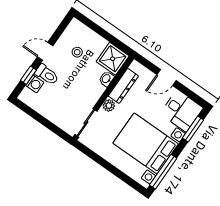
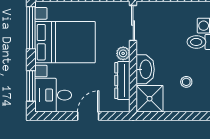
washbasin: (106, 79) -> (145, 69), width x1.91, depth x1.45

